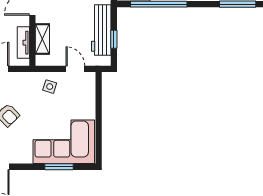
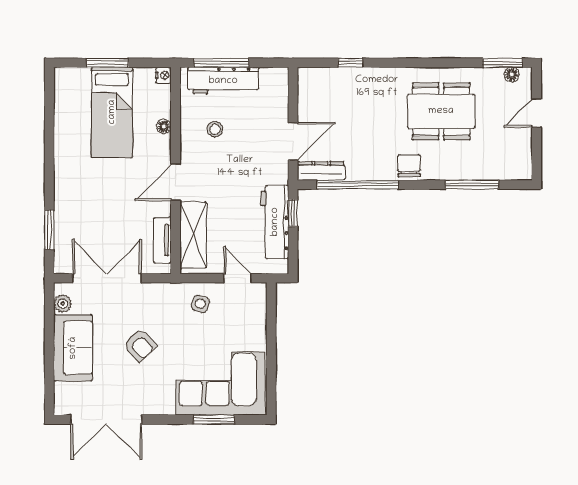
shelving: (42, 39) -> (193, 235), width x1.50, depth x1.33
window: (114, 39) -> (293, 213), moved

